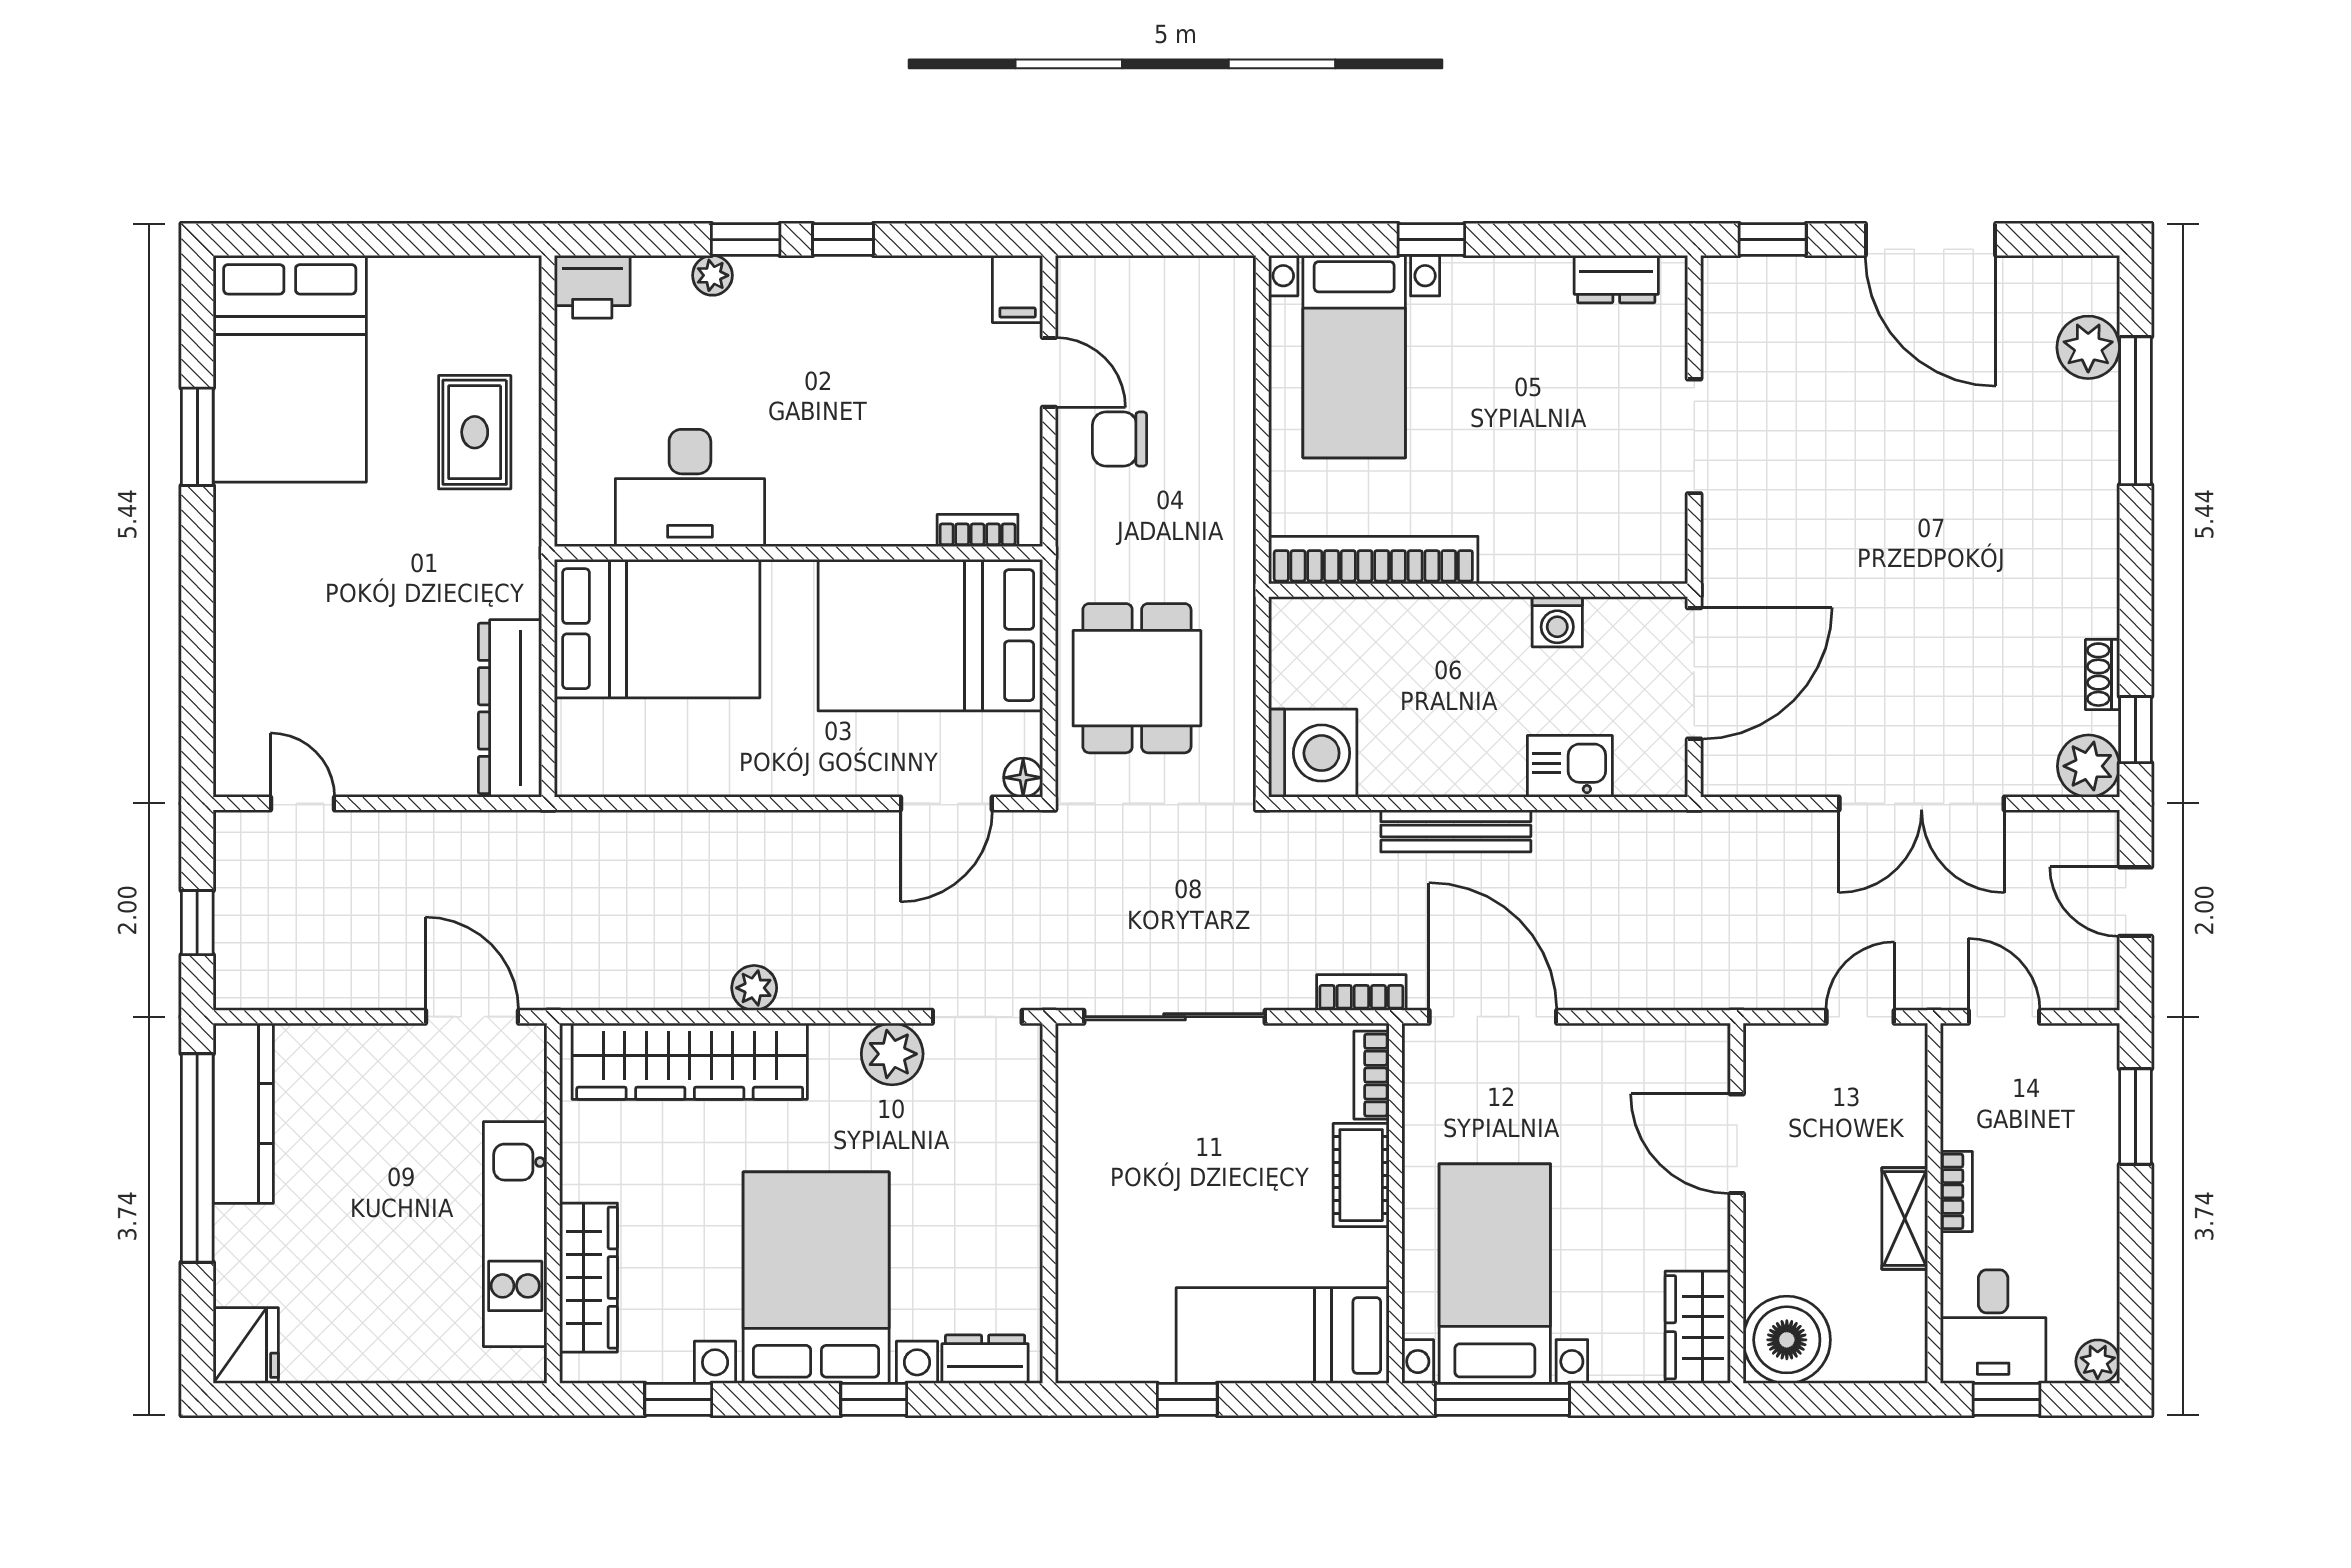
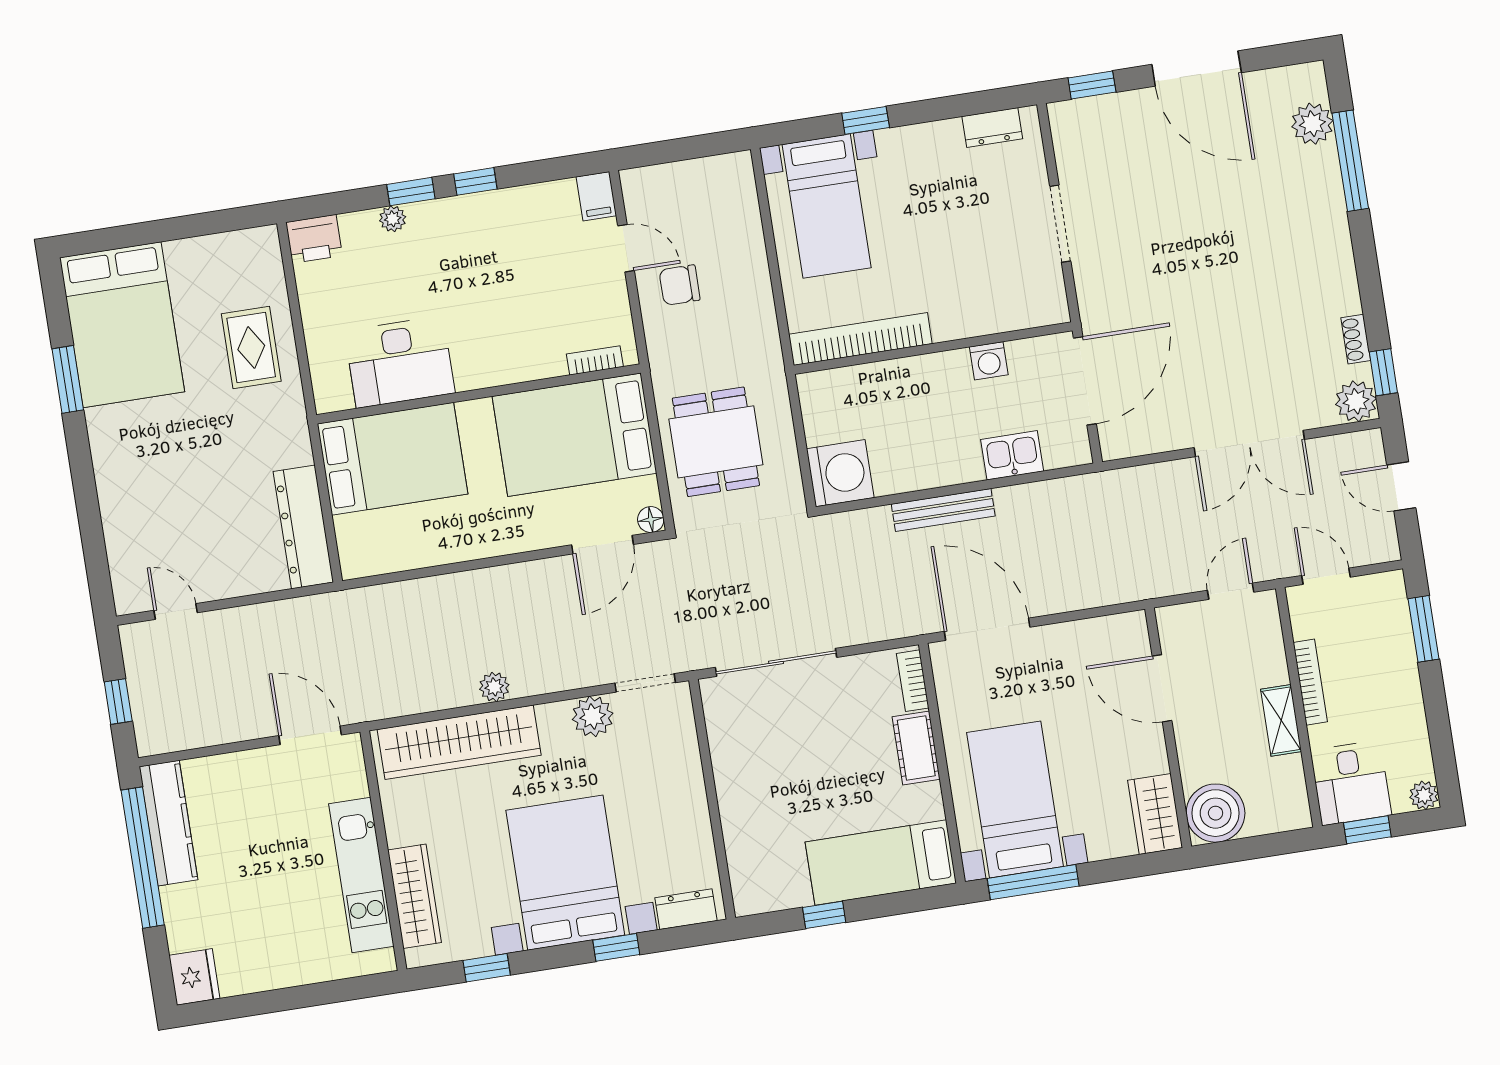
bookcase: (1361, 992) -> (897, 627), removed
bookcase: (1956, 1191) -> (1310, 682), width x1.56

